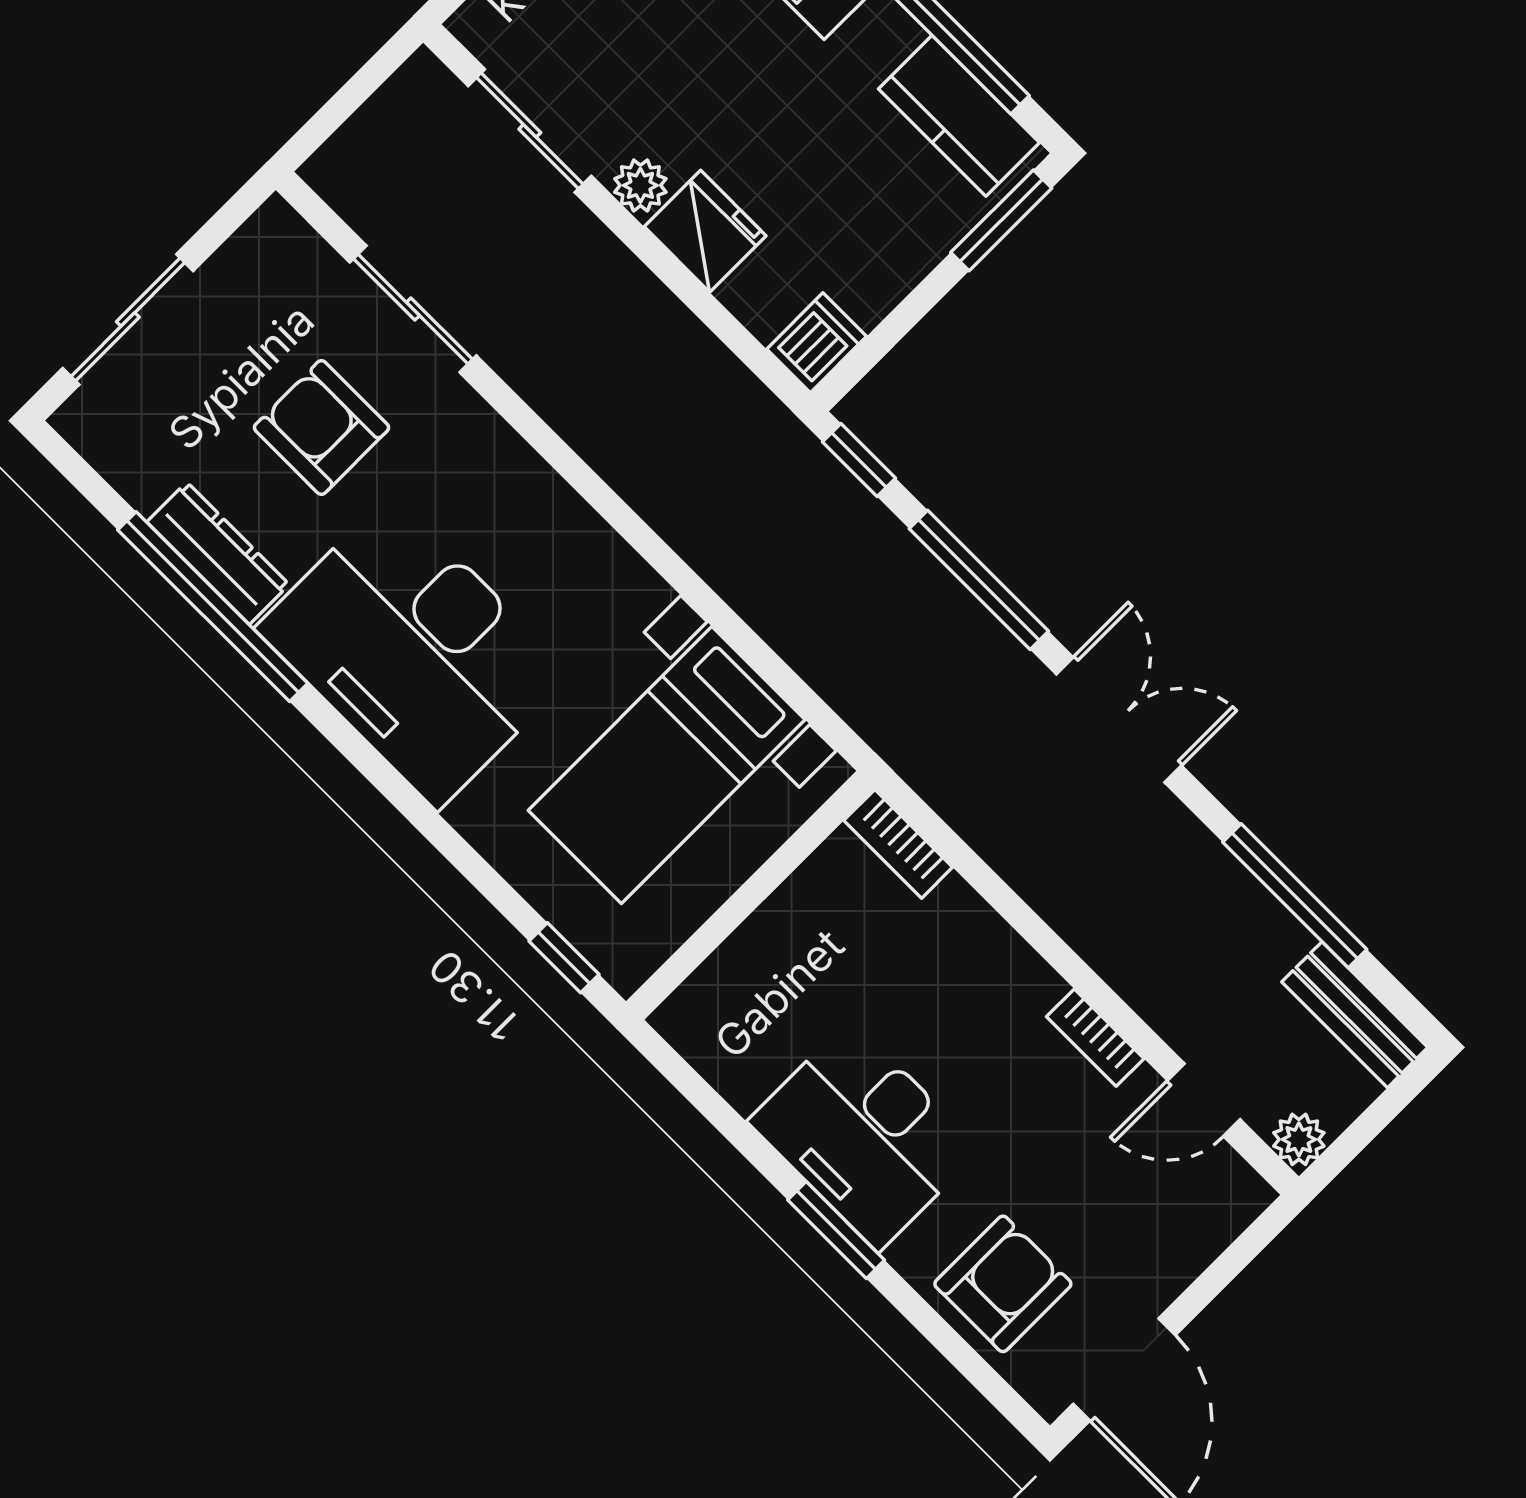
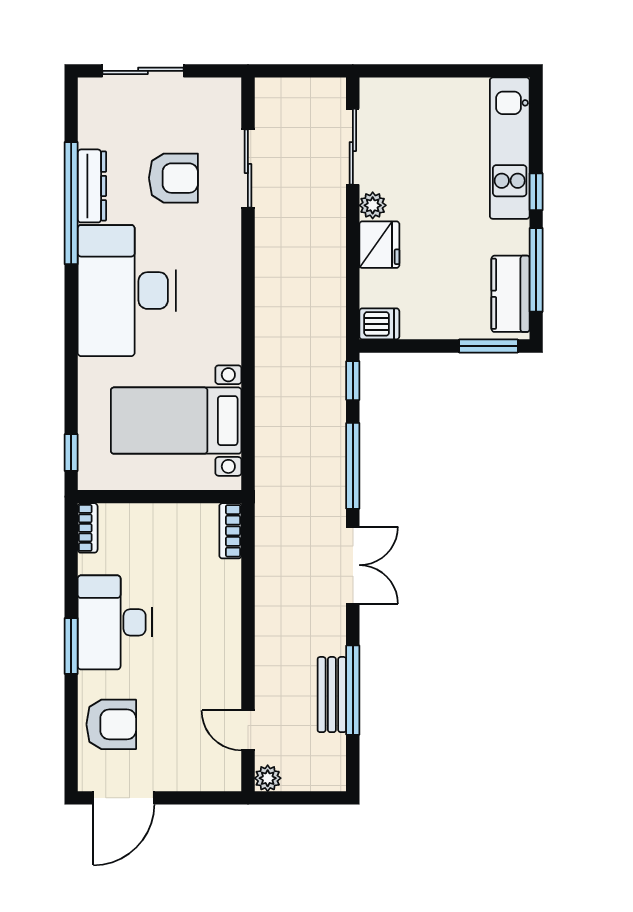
armchair: (321, 428) -> (173, 178), turned 90
bench: (1355, 1015) -> (332, 695), moved
bookcase: (1095, 1038) -> (88, 528), moved, turned 180

